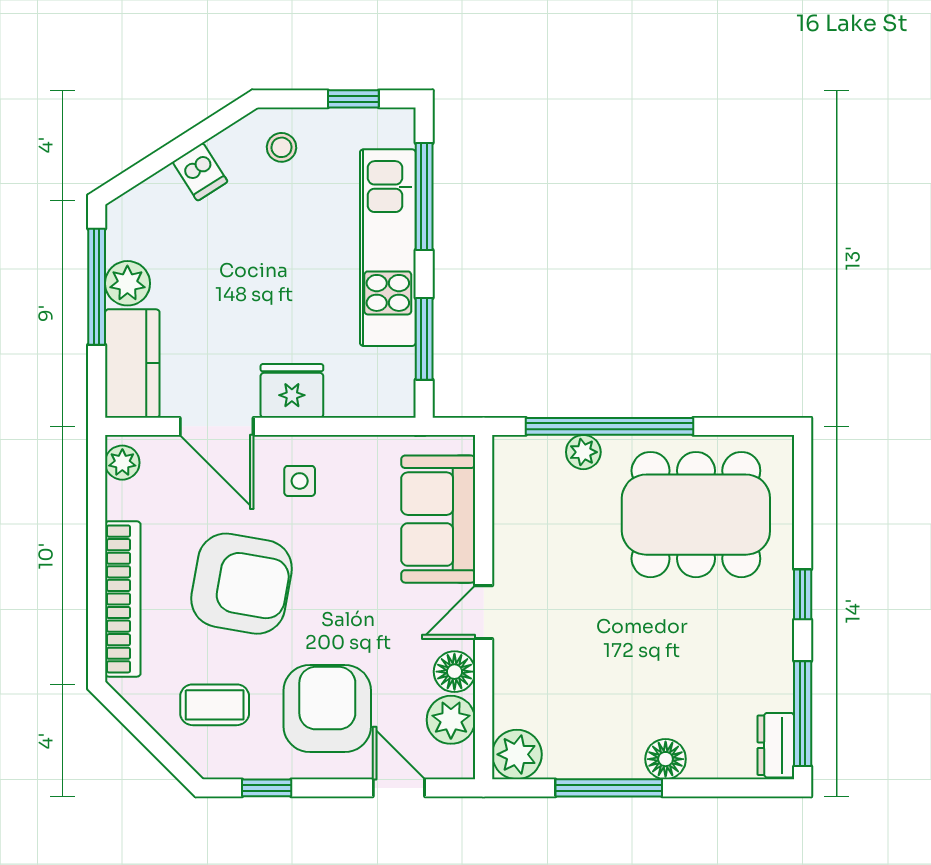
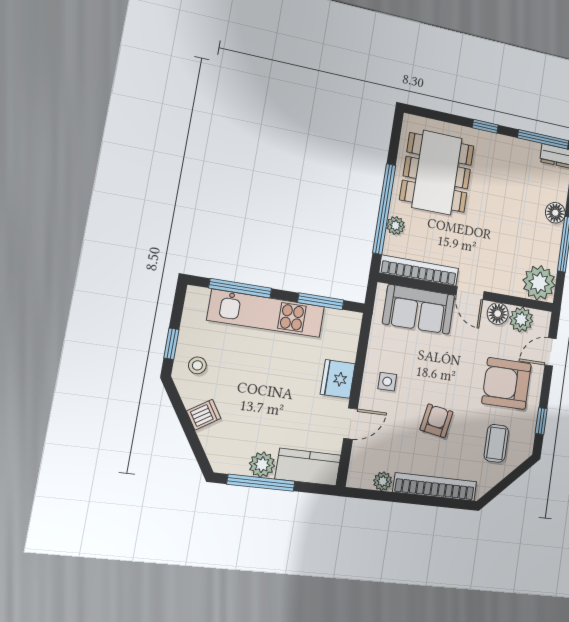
window: (353, 99) -> (171, 344), moved
door: (217, 426) -> (351, 424), width x0.73
plant: (122, 463) -> (383, 481), moved
bookcase: (509, 509) -> (419, 271), added
armchair: (242, 584) -> (436, 421), width x0.53, depth x0.53
plant: (517, 754) -> (539, 283), width x1.36, depth x1.36

